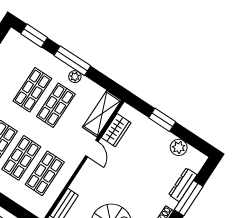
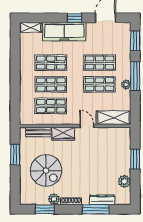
wardrobe: (116, 130) -> (63, 134), moved
door: (92, 149) -> (87, 126), swing flipped

